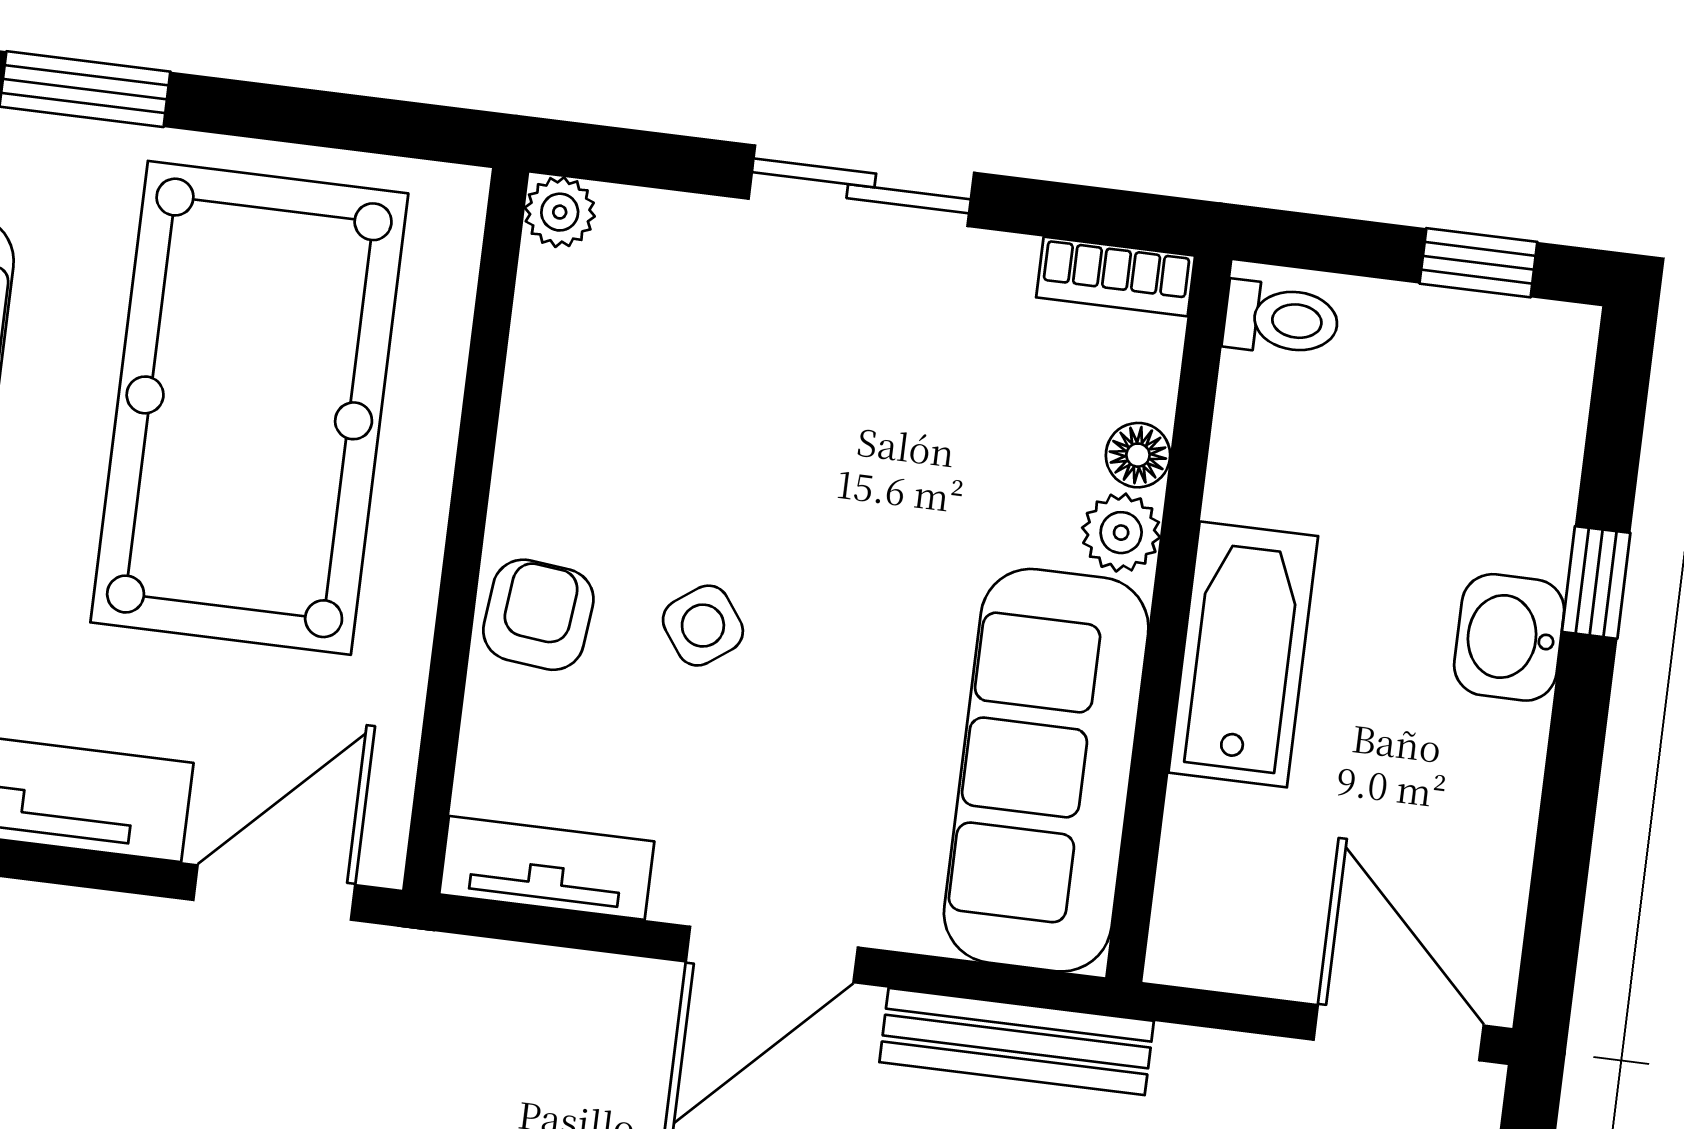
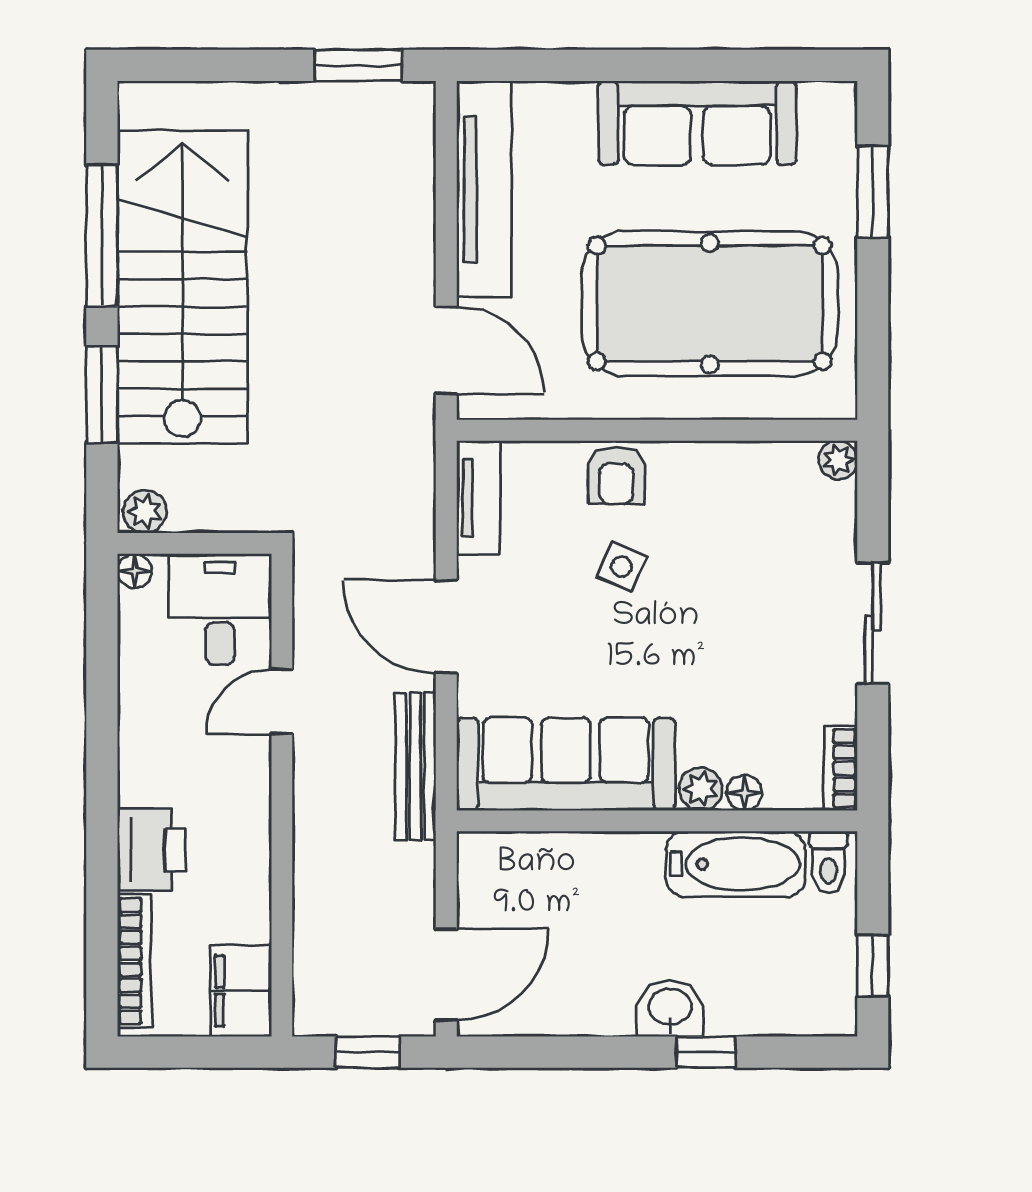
armchair: (538, 615) -> (616, 476), turned 84
side table: (703, 626) -> (622, 566), turned -31
bathtub: (1243, 654) -> (736, 864), moved

